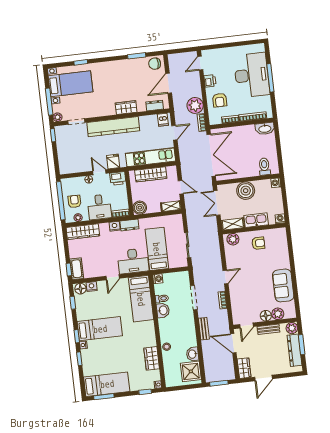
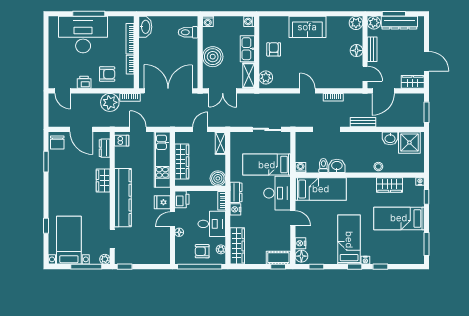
sofa: (283, 285) -> (307, 27), moved
plant: (278, 314) -> (356, 23), moved
bed: (107, 384) -> (399, 218), moved, turned -90

